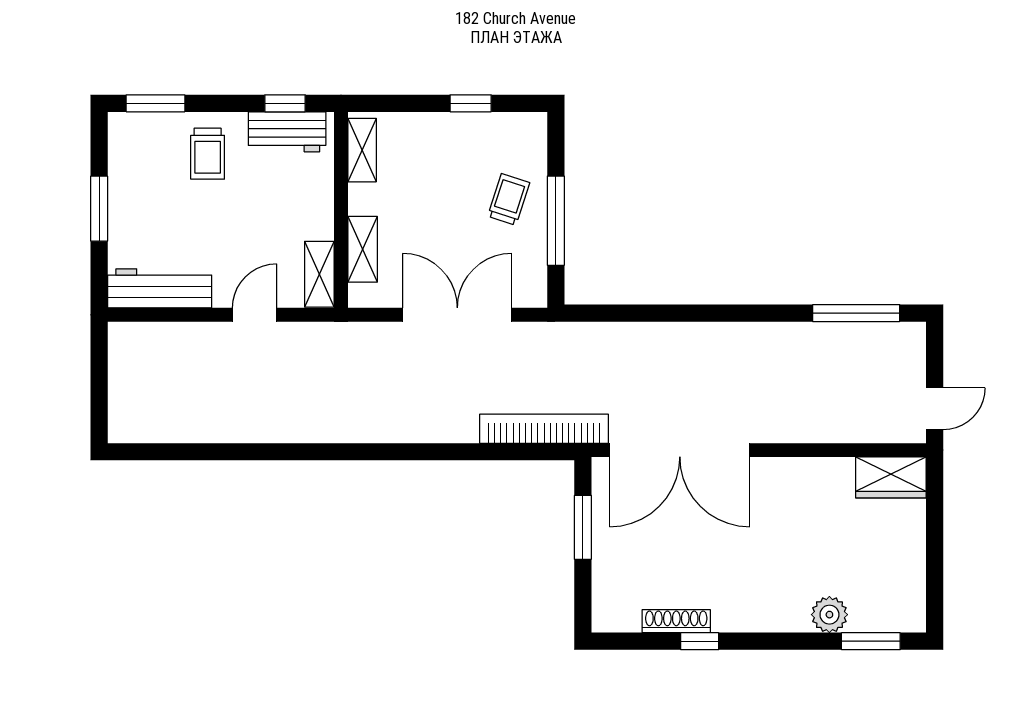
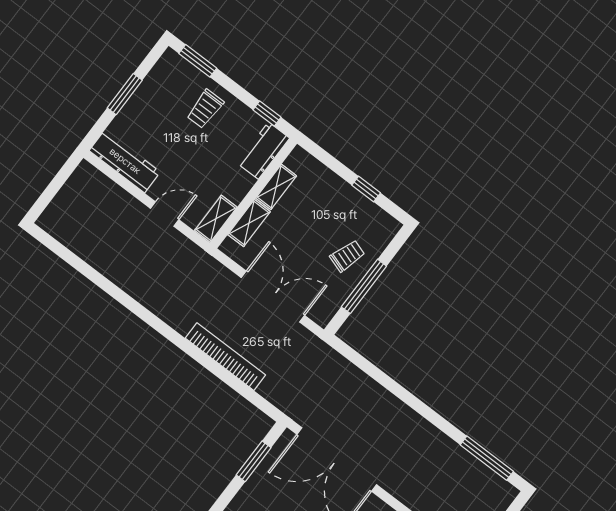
workbench: (287, 132) -> (263, 151), moved, turned 90
shelving: (362, 150) -> (276, 187), moved
bookcase: (544, 429) -> (225, 357), moved

